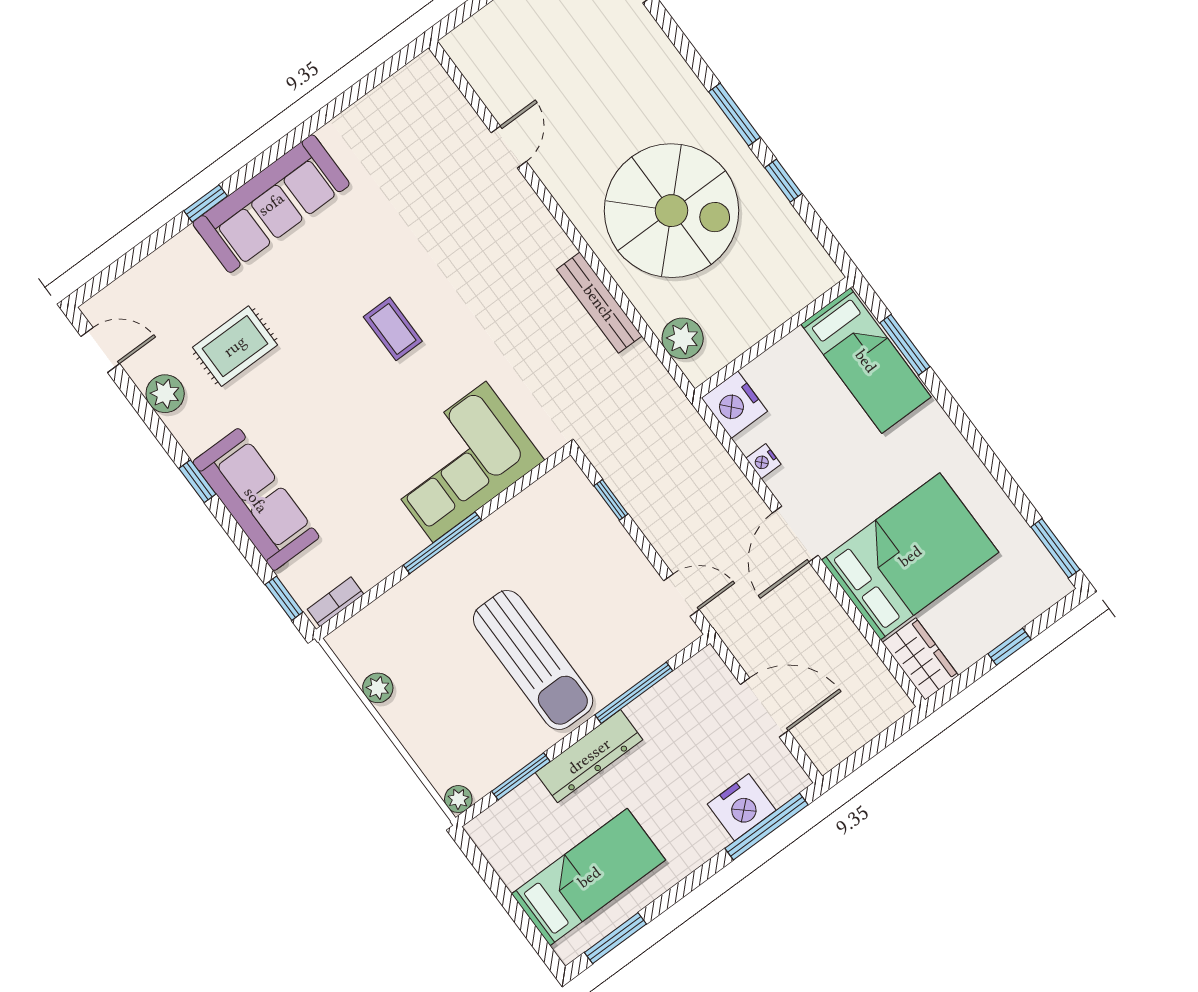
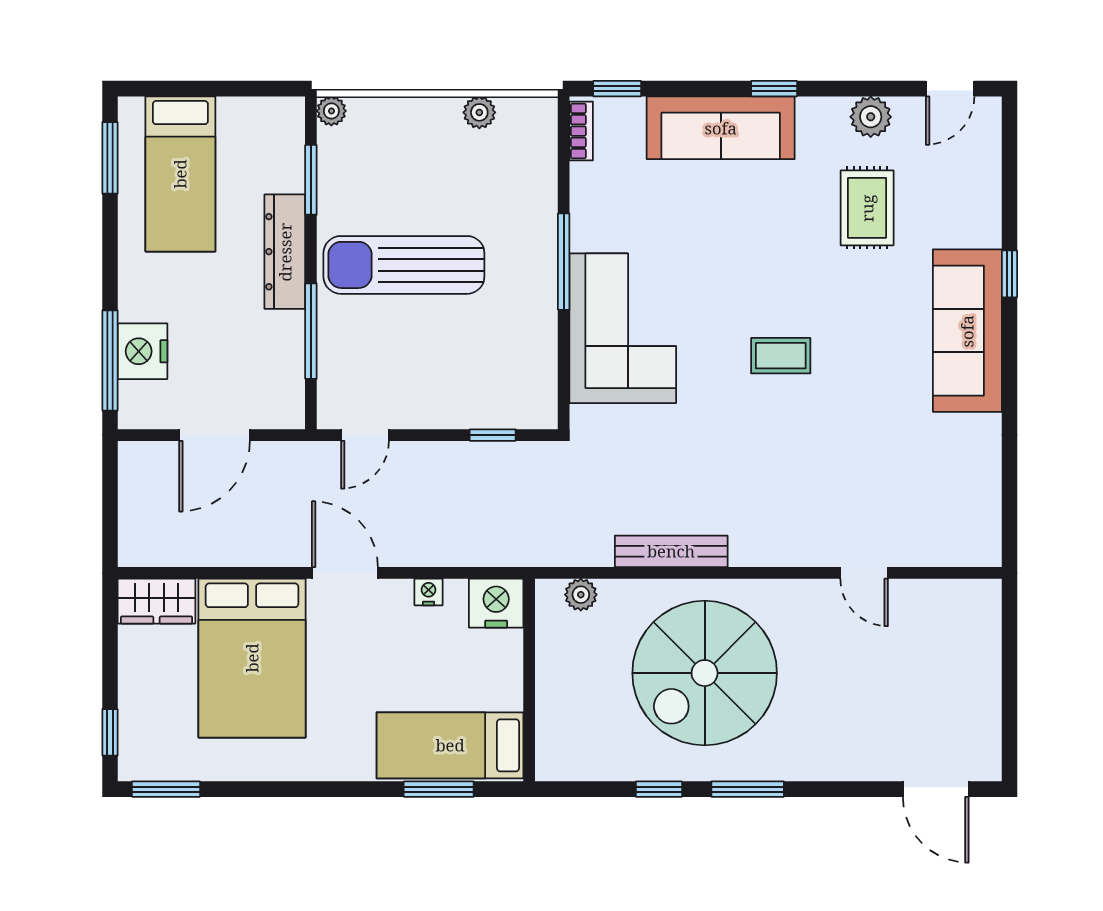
plant: (683, 338) -> (581, 595), width x0.73, depth x0.73
window: (1009, 647) -> (110, 732), moved

